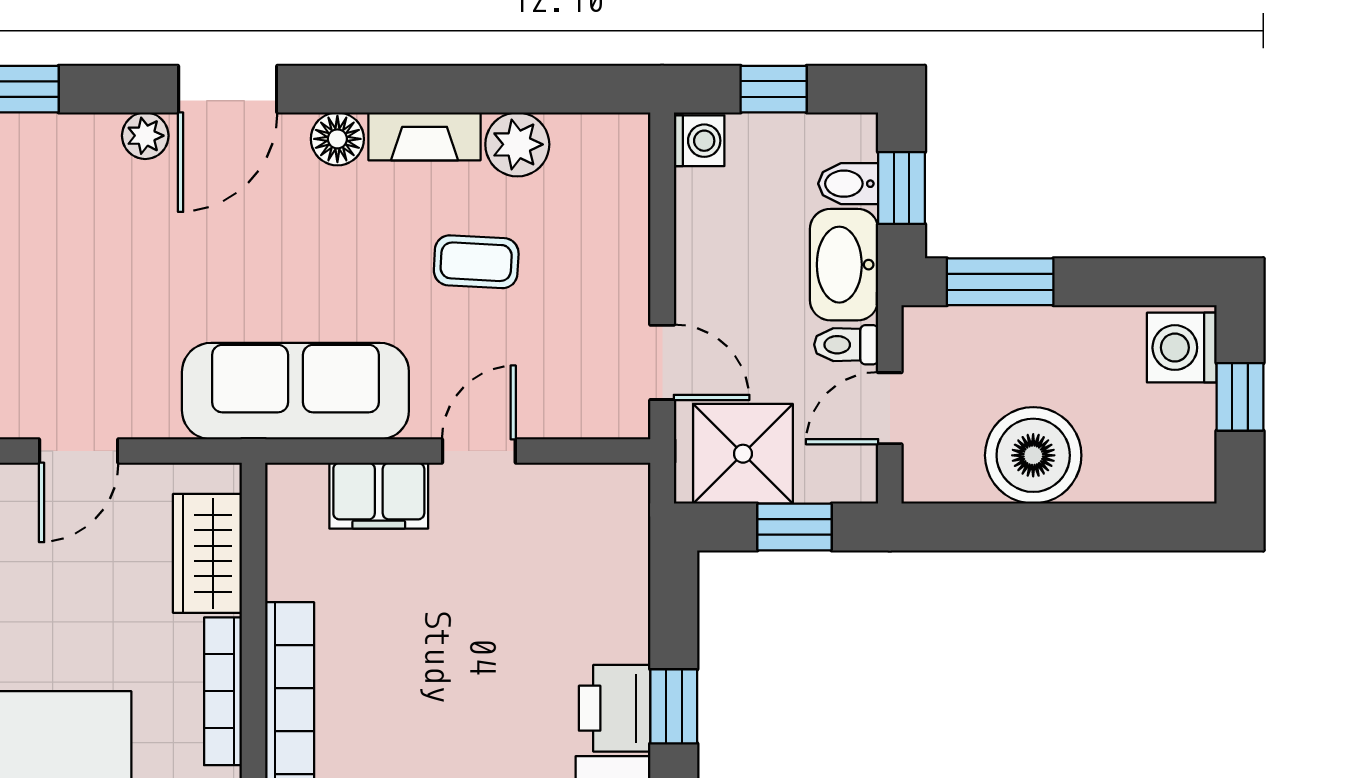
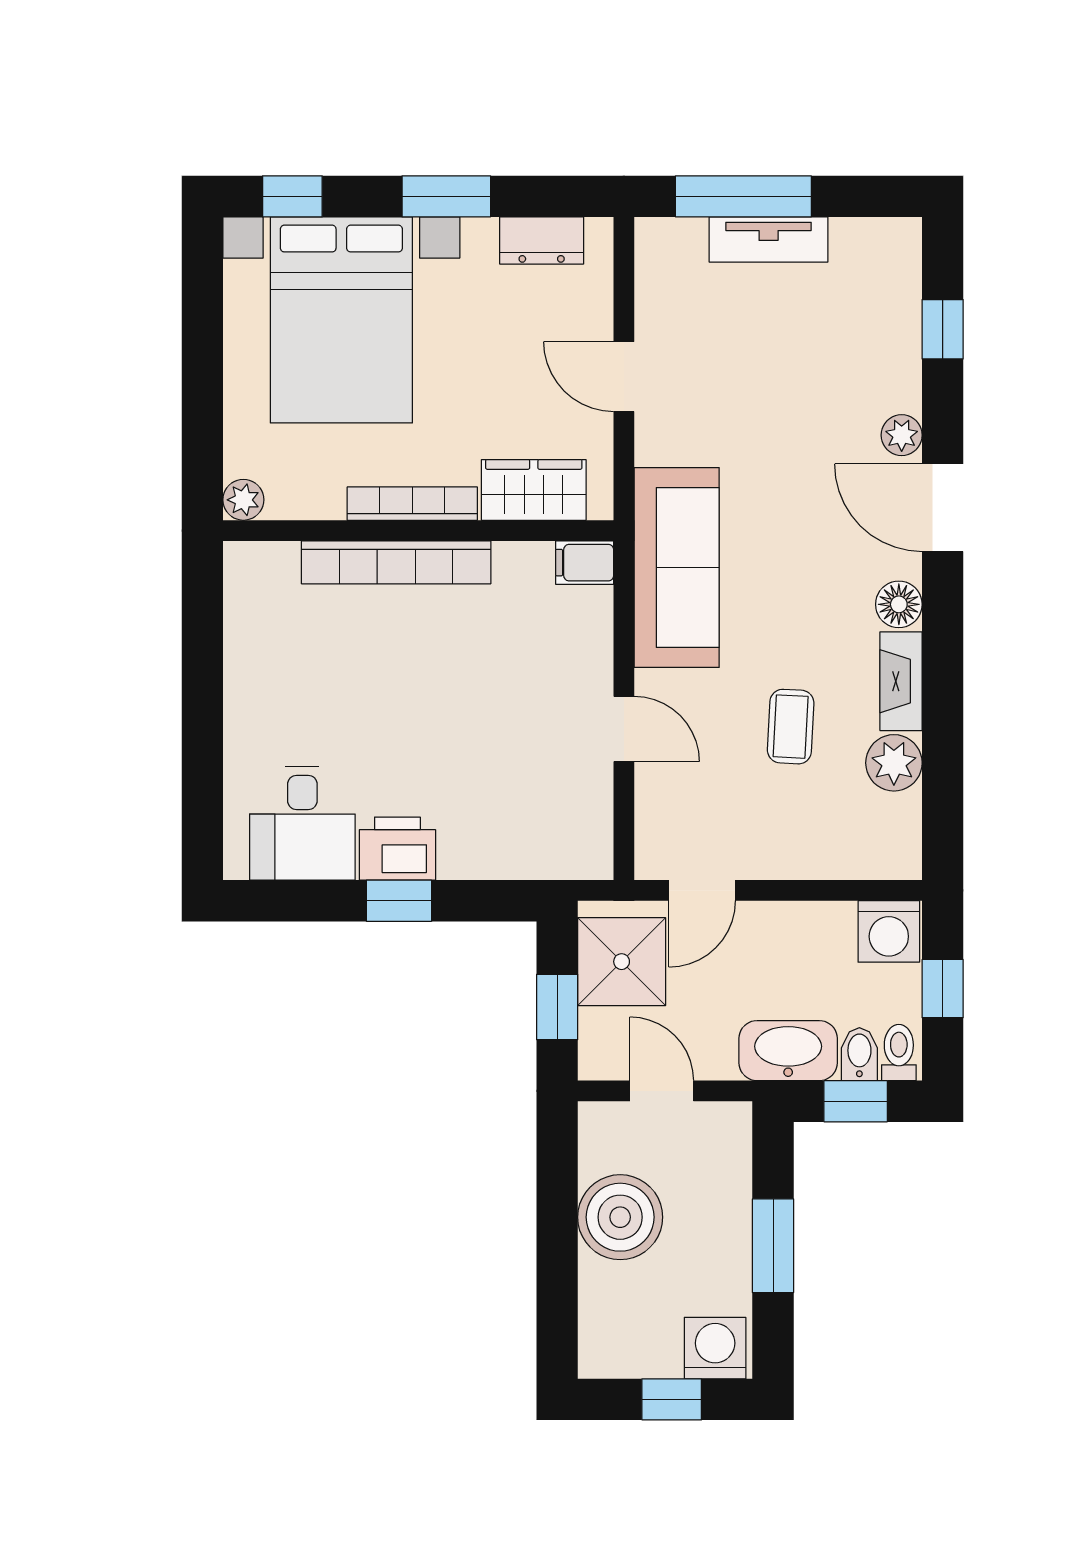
washing machine: (699, 141) -> (889, 931), width x1.38, depth x1.38
window: (1000, 282) -> (773, 1246), moved
toilet: (846, 345) -> (899, 1052), moved
filing cabinet: (379, 496) -> (585, 563), moved, width x0.50

